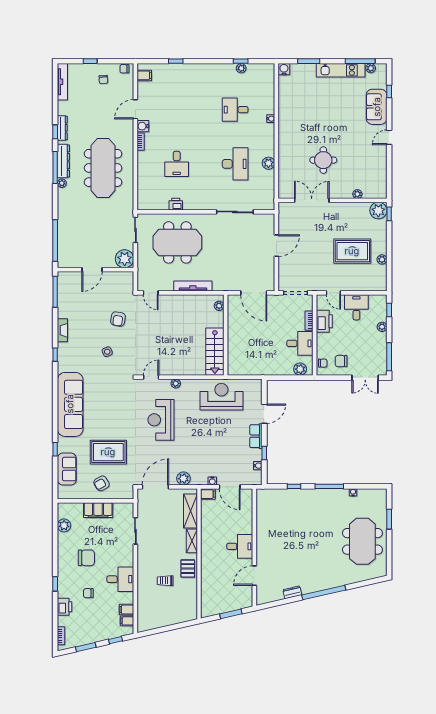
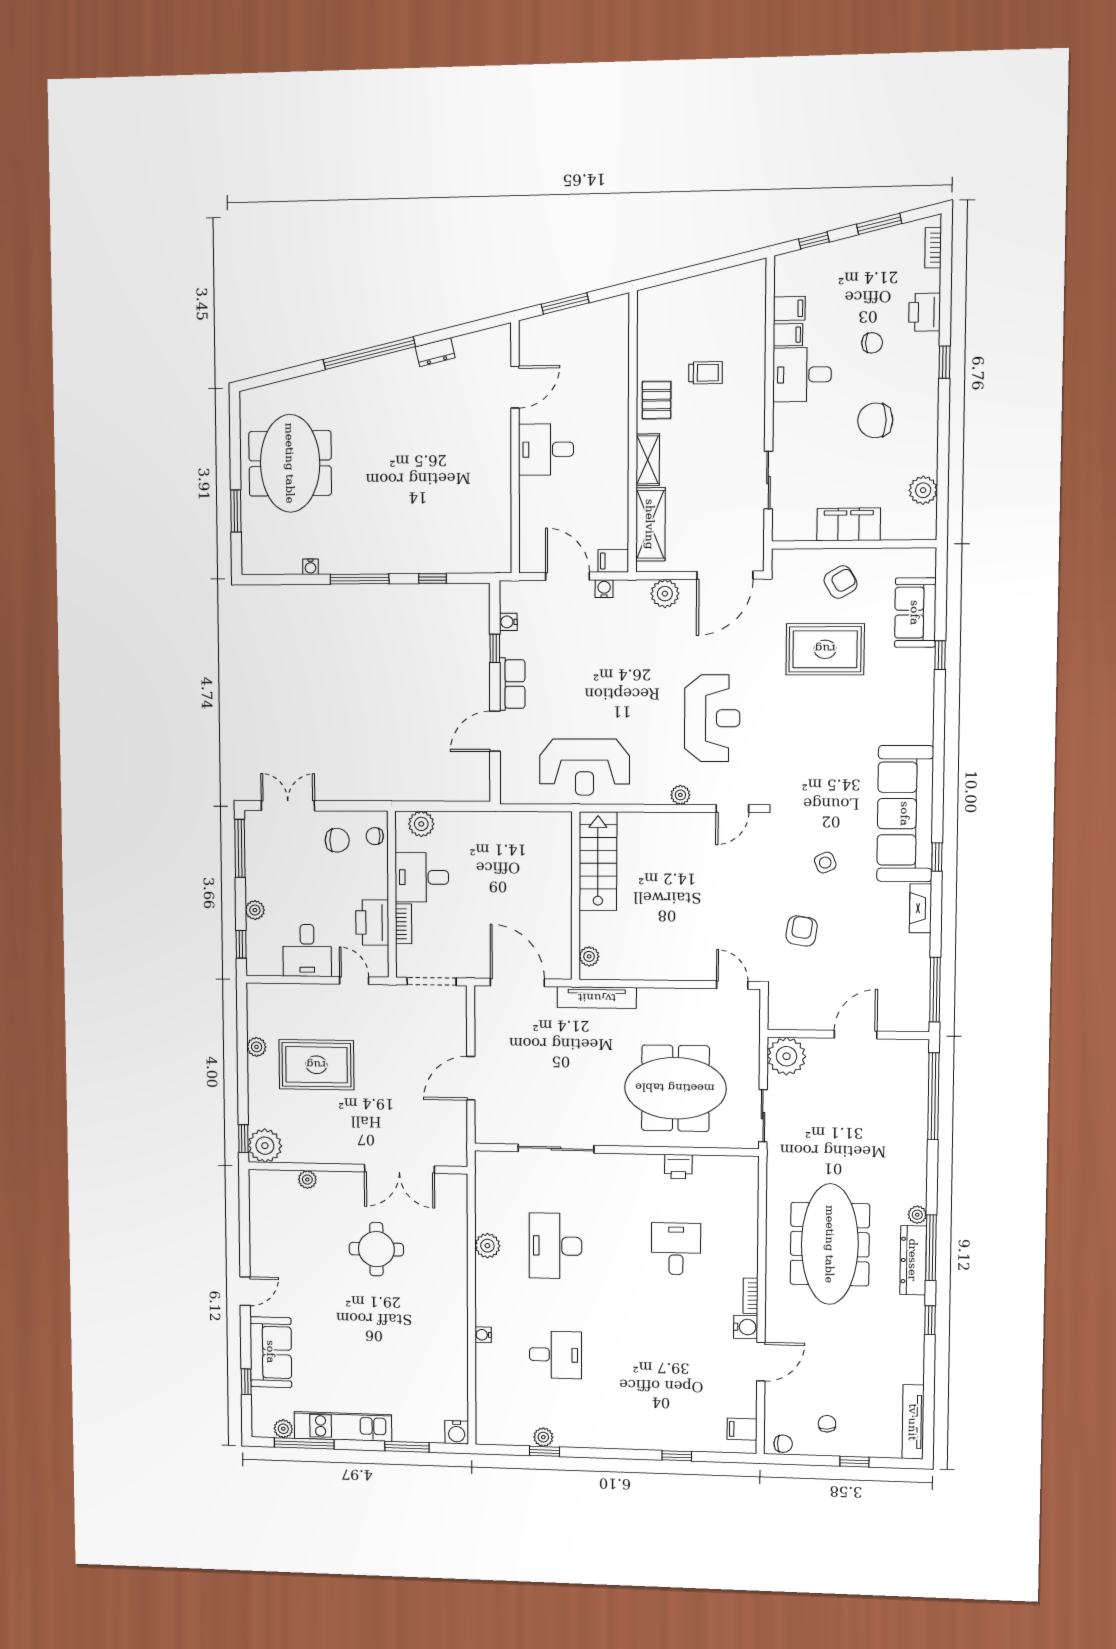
dresser: (62, 128) -> (915, 1328), removed
tv unit: (193, 286) -> (597, 998), moved
sofa: (70, 404) -> (905, 814), moved
filing cabinet: (127, 621) -> (788, 335), moved

